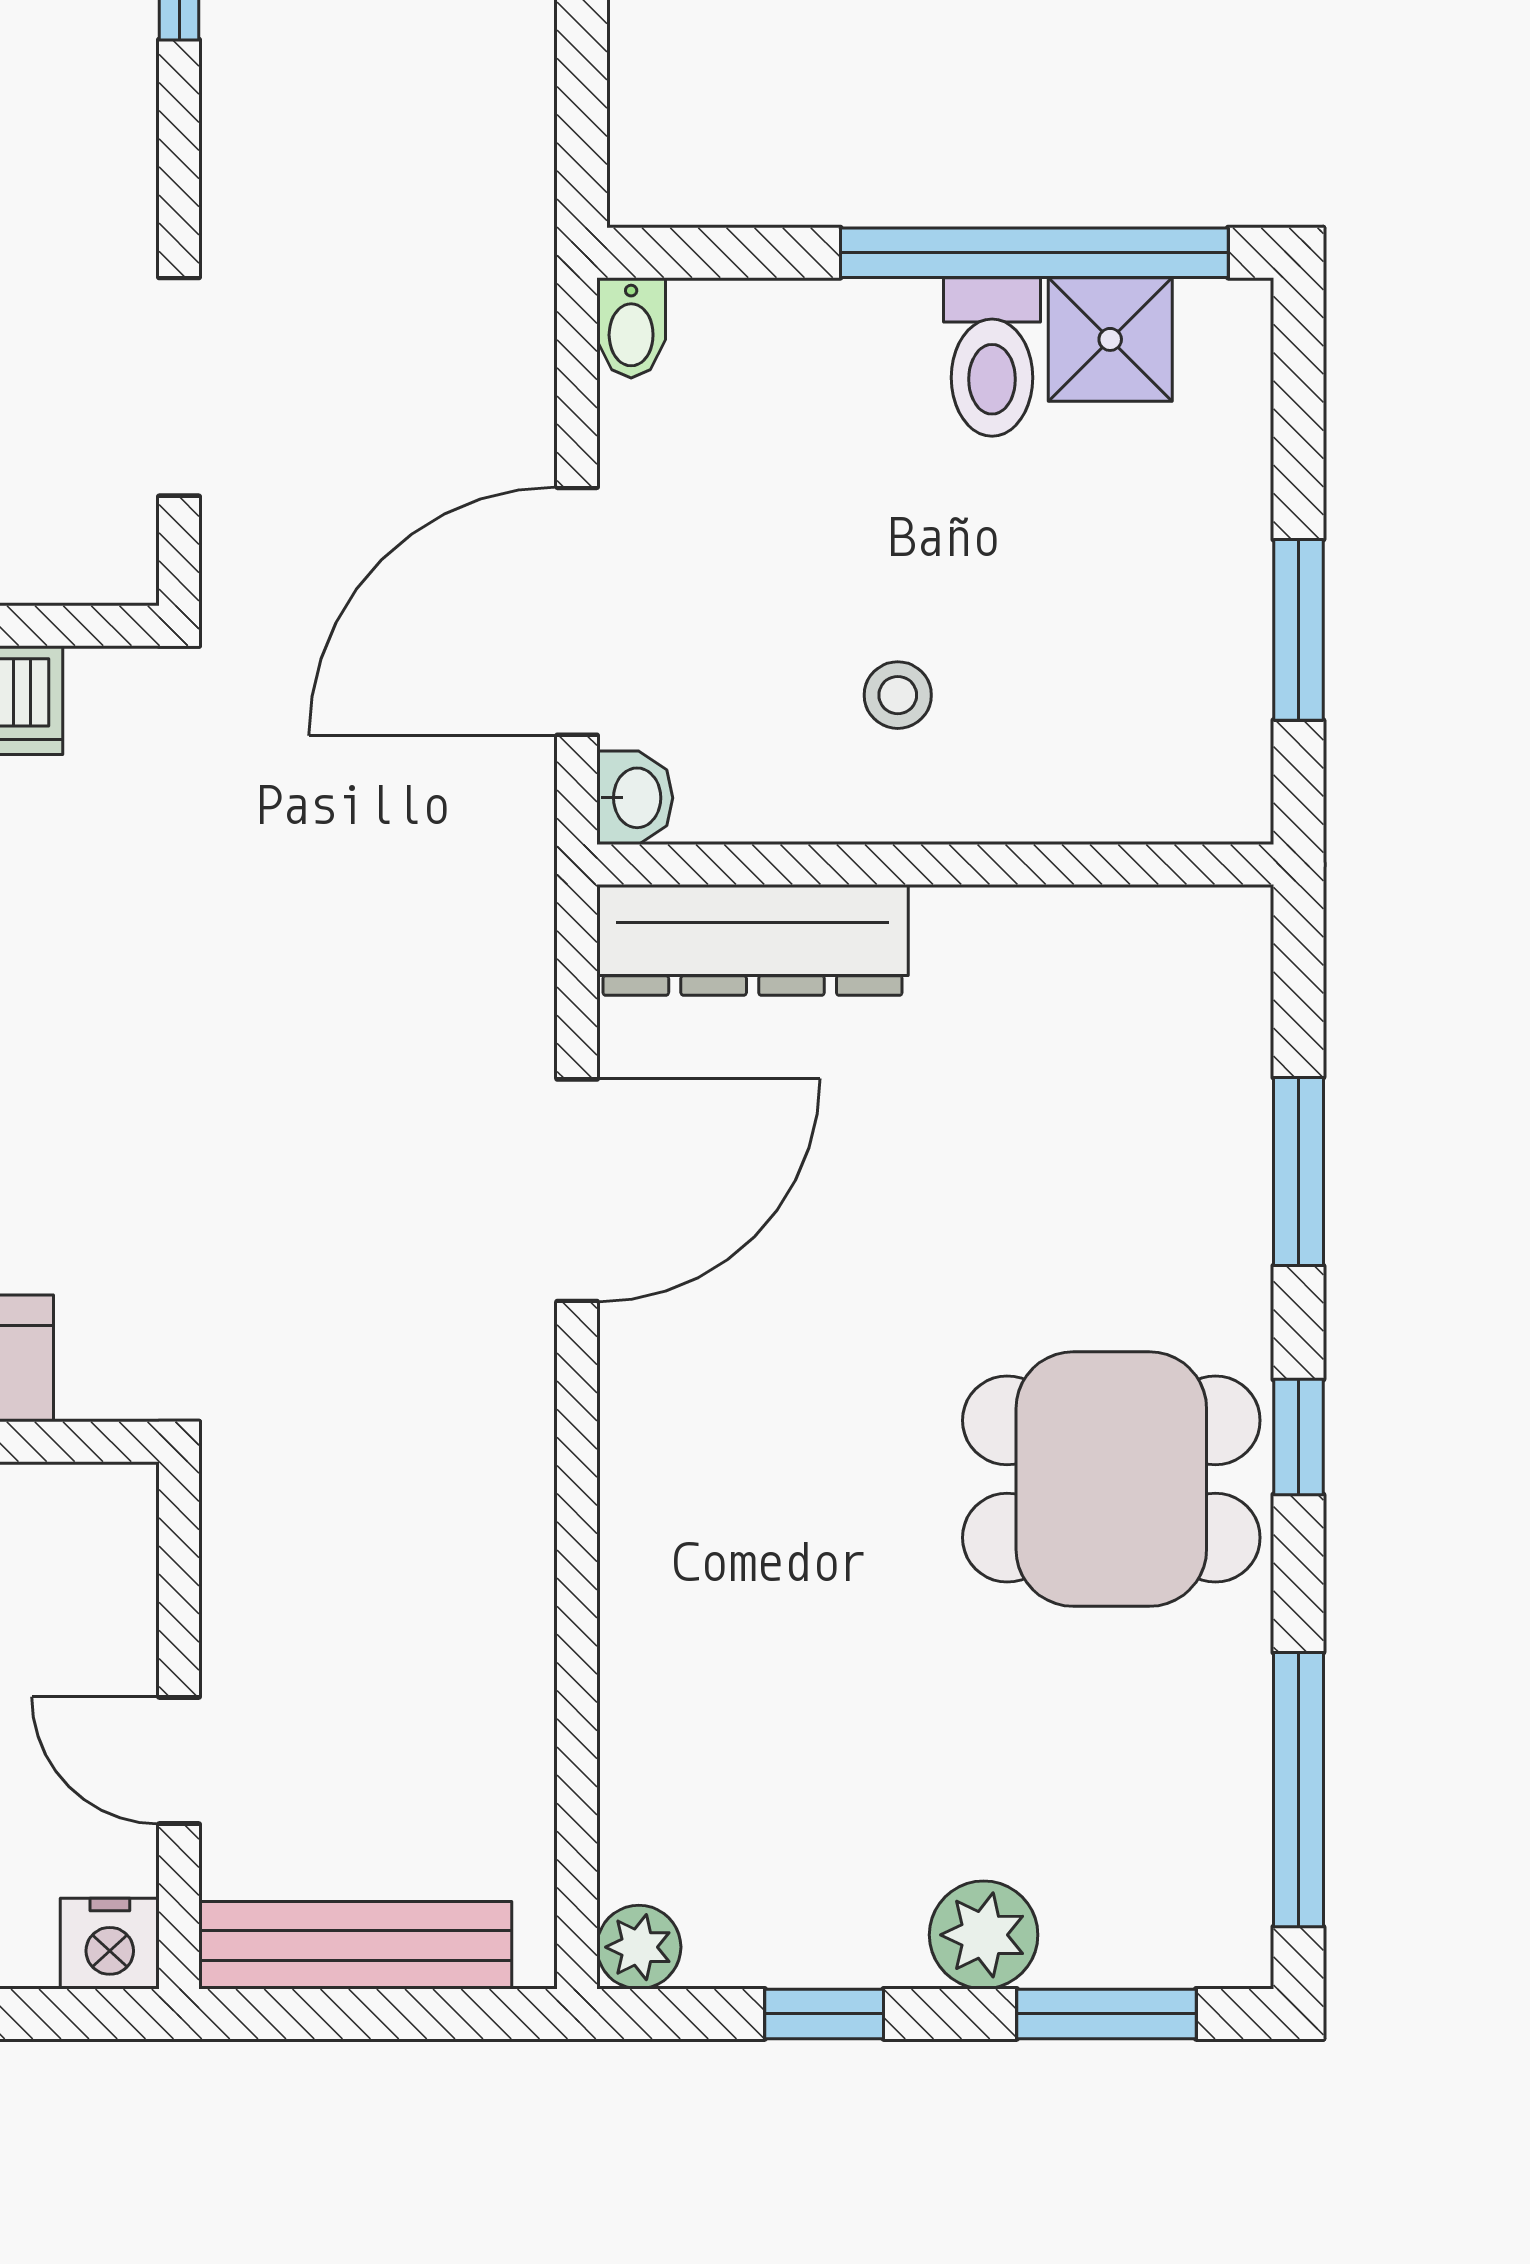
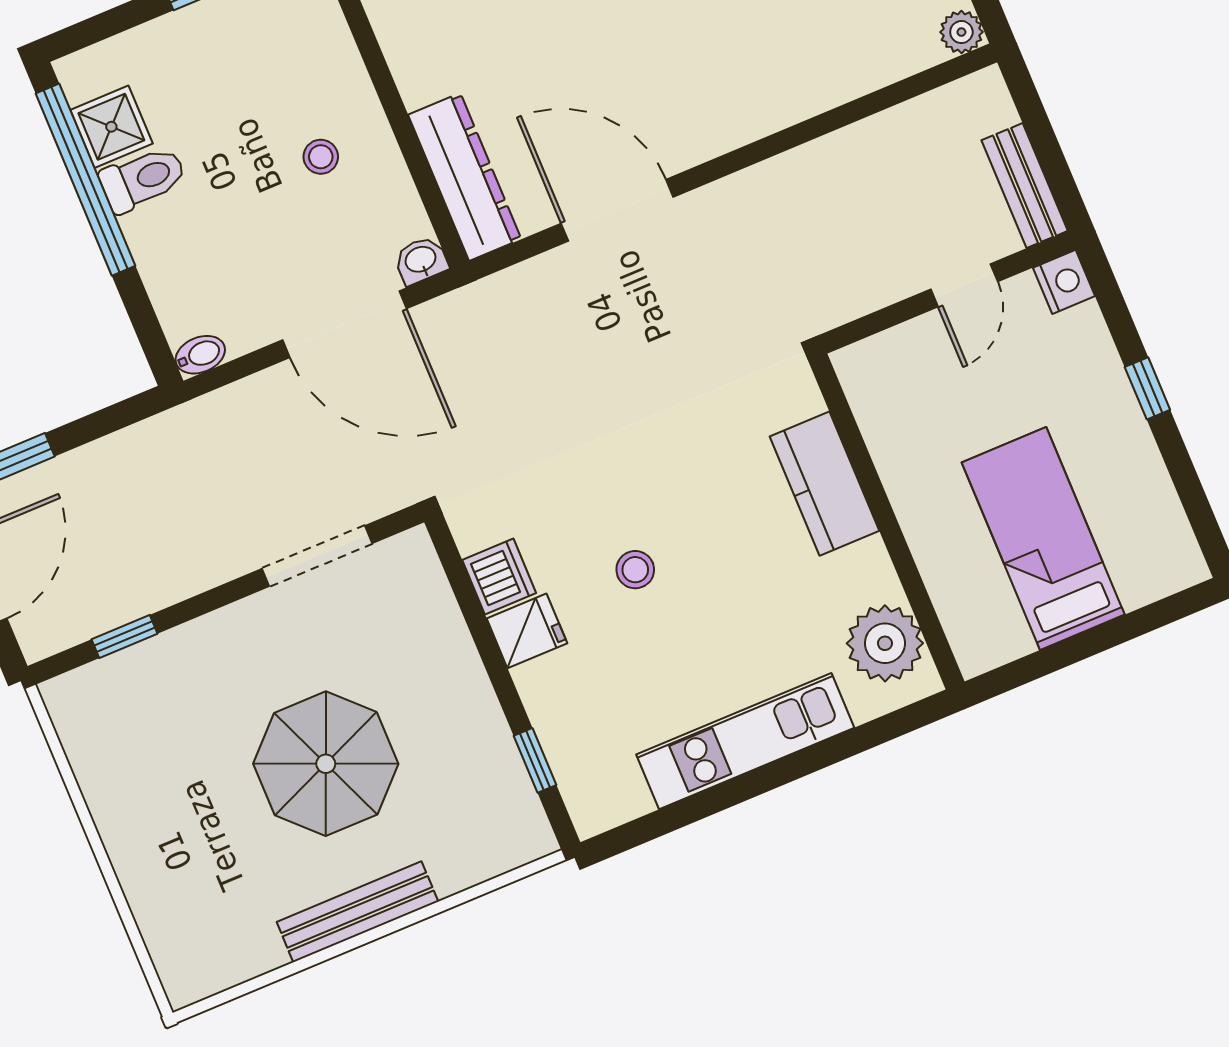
bench: (355, 1945) -> (1025, 186), width x0.73

